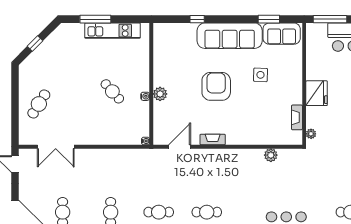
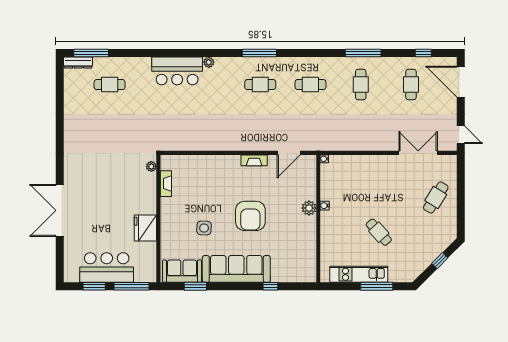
cafe table: (112, 91) -> (379, 232), moved
fridge: (317, 93) -> (145, 228), moved
plant: (271, 155) -> (193, 144), removed

